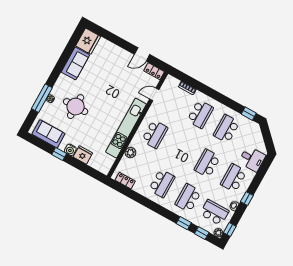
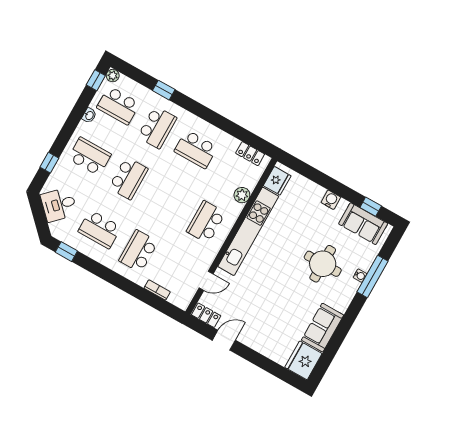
school desk: (226, 129) -> (100, 229), turned 90
window: (59, 154) -> (371, 207), moved
fridge: (83, 155) -> (277, 181), moved, turned -90
desk: (252, 159) -> (59, 205), moved, turned -45
school desk: (234, 178) -> (90, 156), turned -90
school desk: (162, 183) -> (196, 149), turned -90
window: (247, 199) -> (49, 163), moved
window: (202, 233) -> (137, 75), removed

